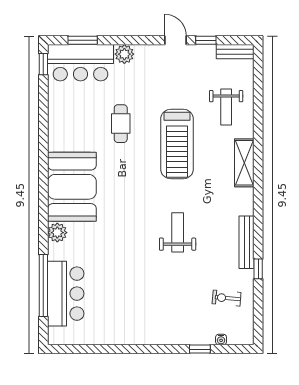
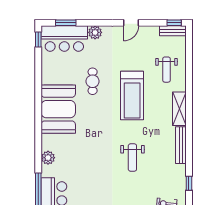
door: (176, 40) -> (131, 23), swing flipped
window: (206, 40) -> (174, 23), moved
booth: (72, 187) -> (58, 109), moved
weight bench: (178, 232) -> (132, 158), turned 180
bench: (247, 242) -> (181, 145), moved

